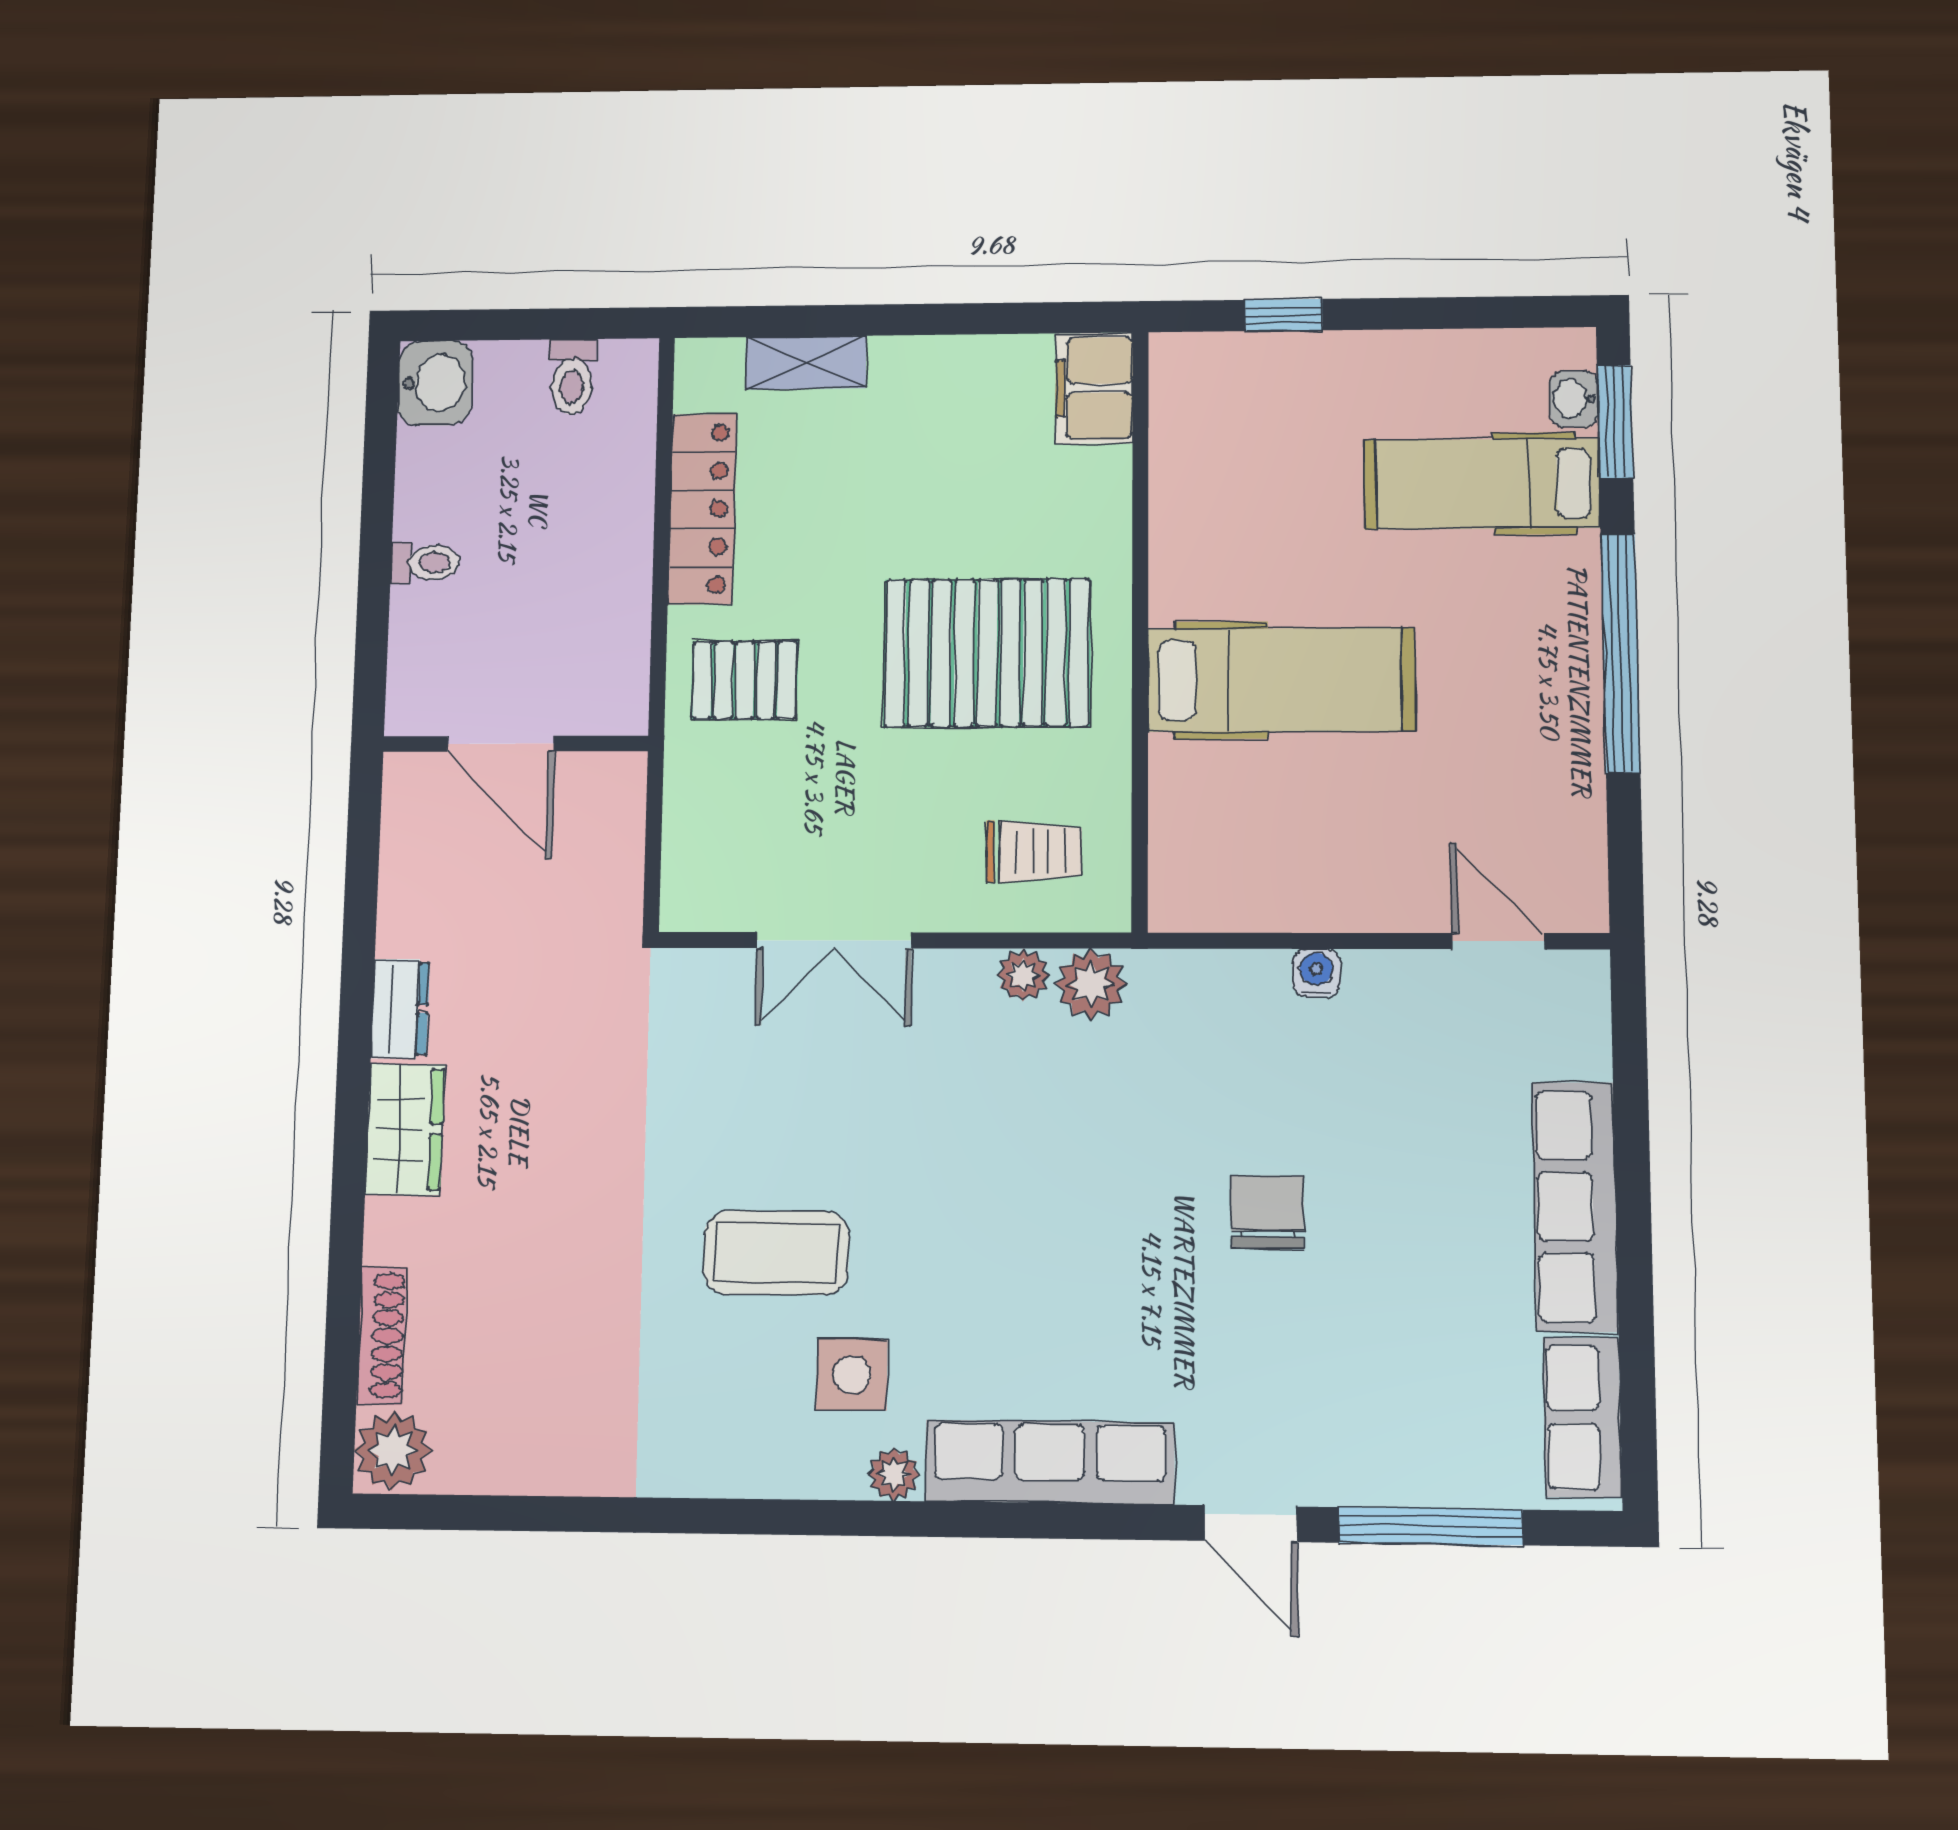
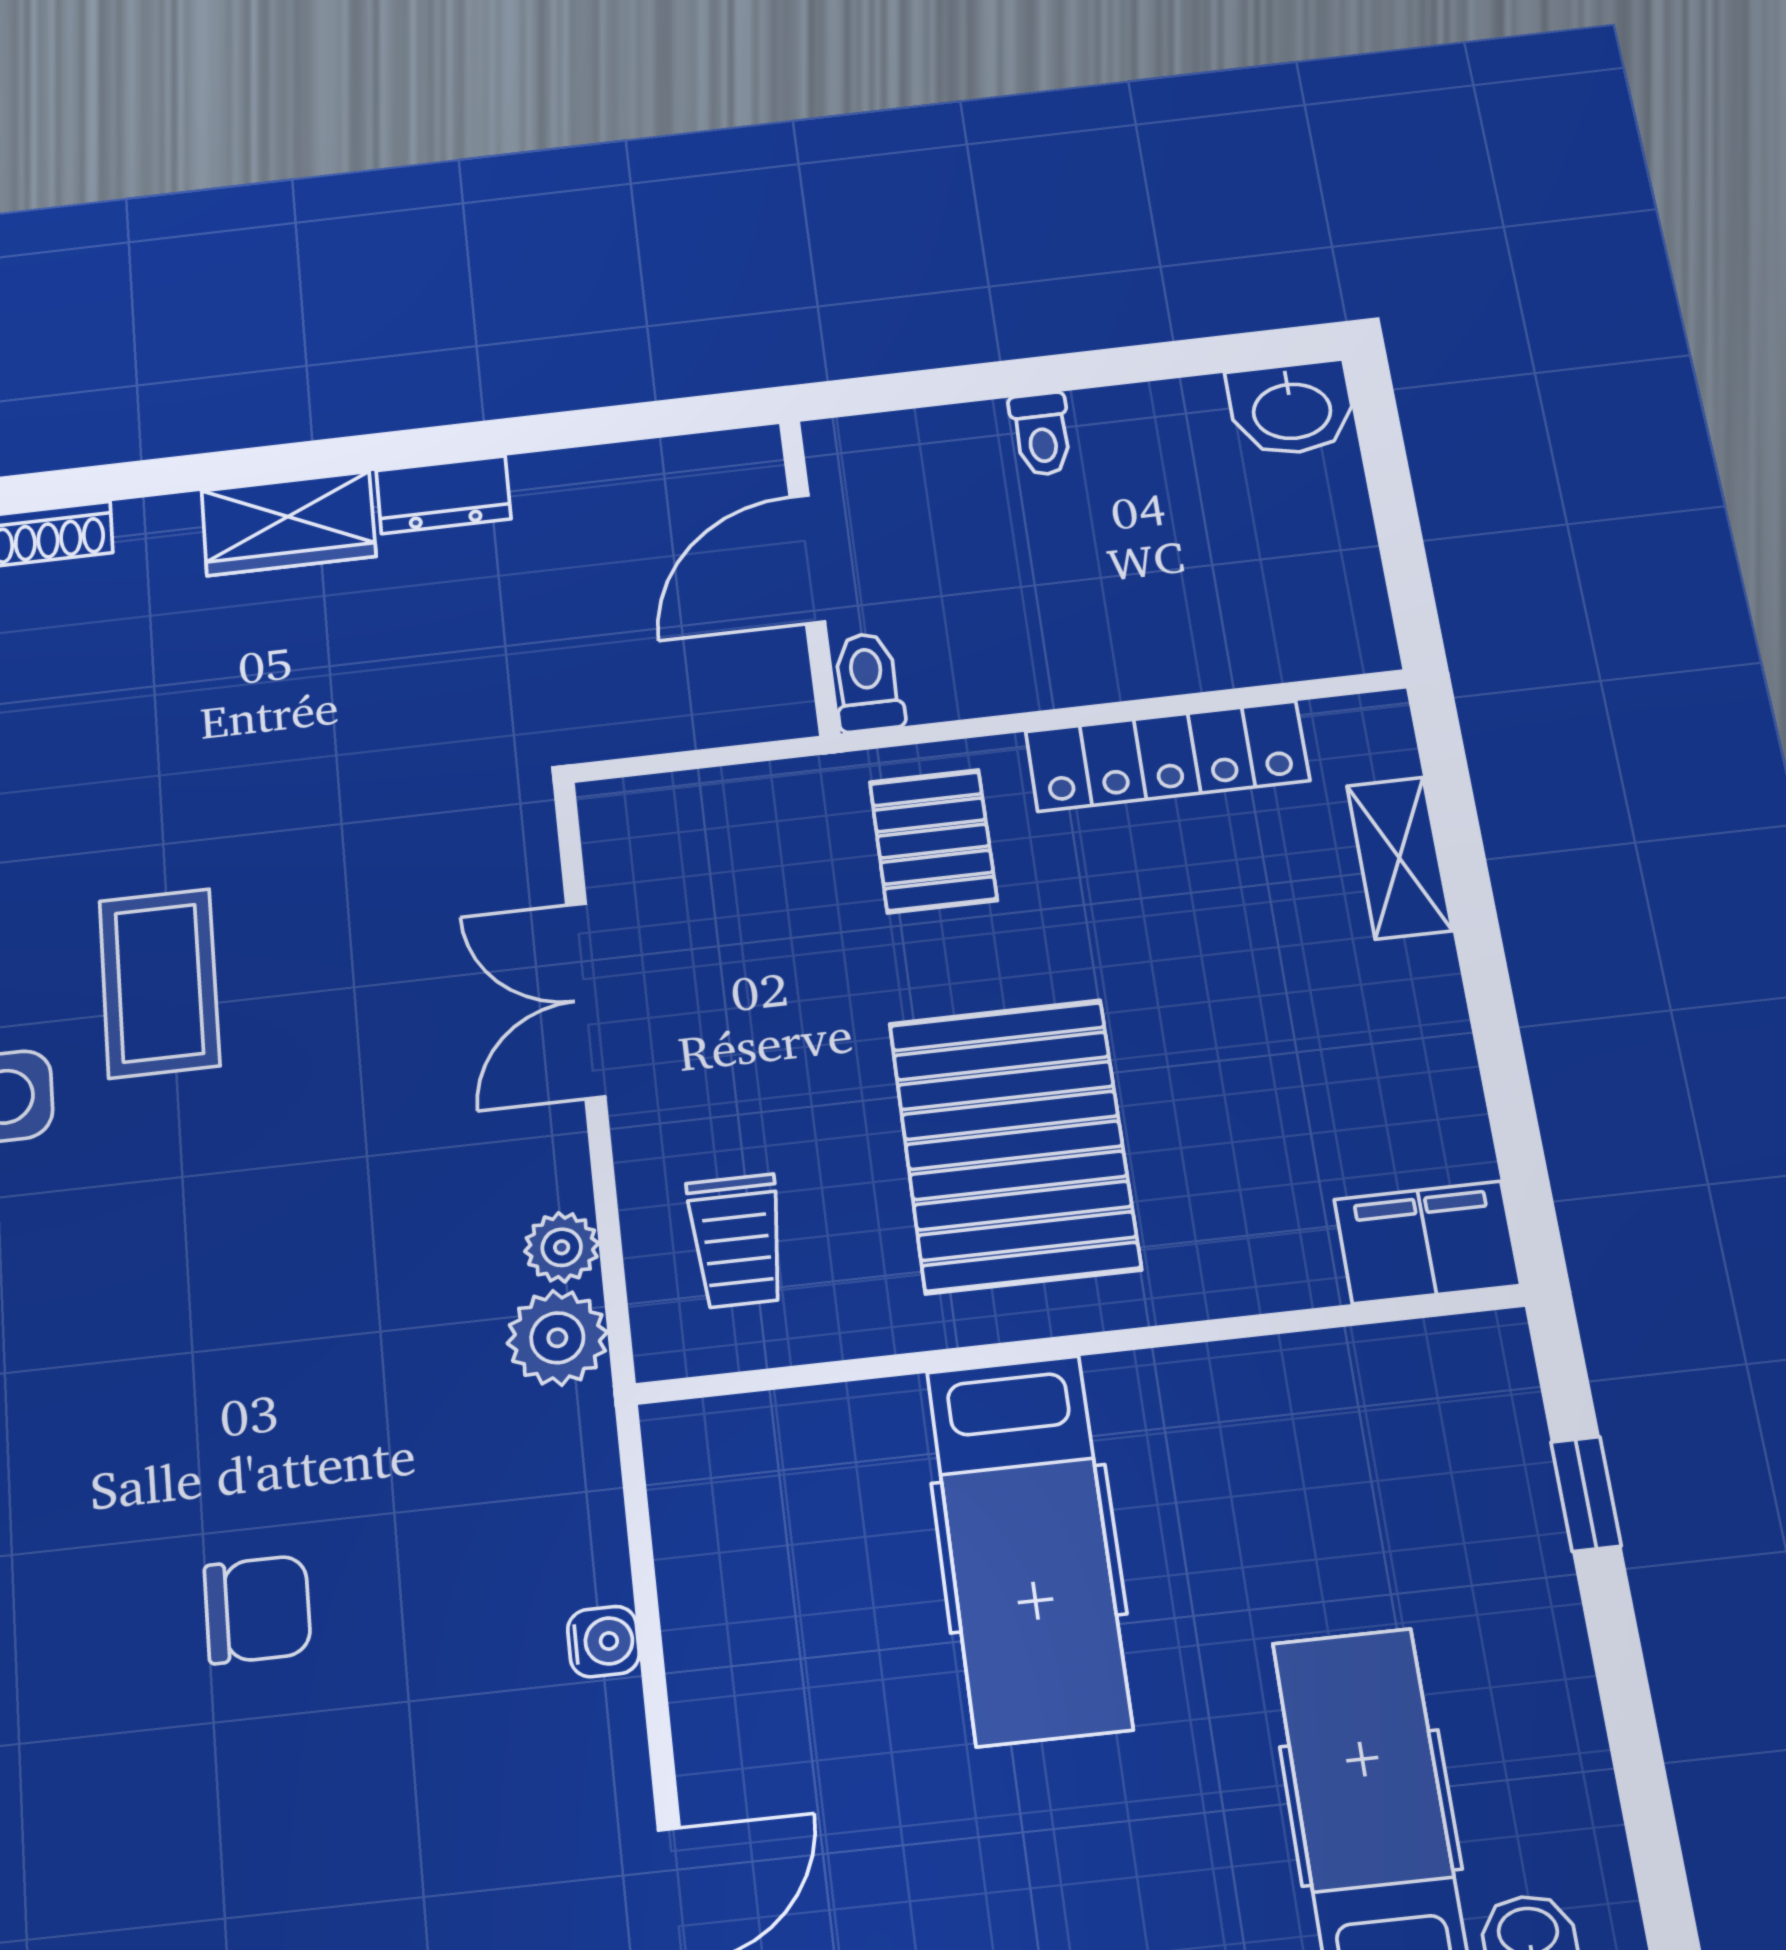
toilet: (572, 377) -> (867, 682), moved, turned 90

